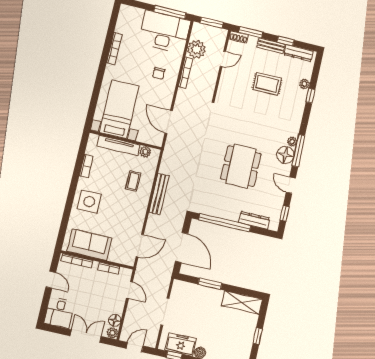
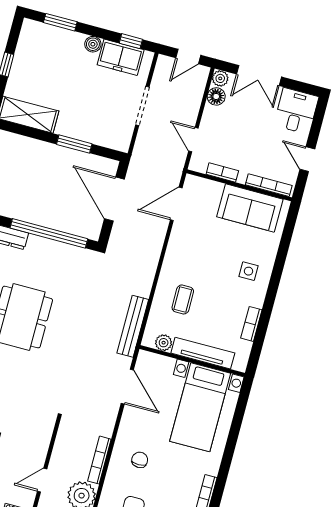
bench: (159, 194) -> (133, 326), moved
side table: (89, 202) -> (248, 271), width x0.54, depth x0.54

